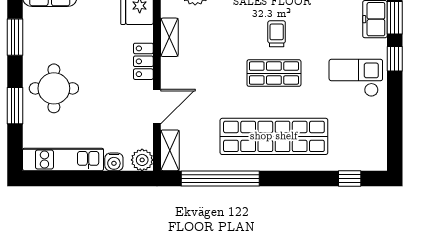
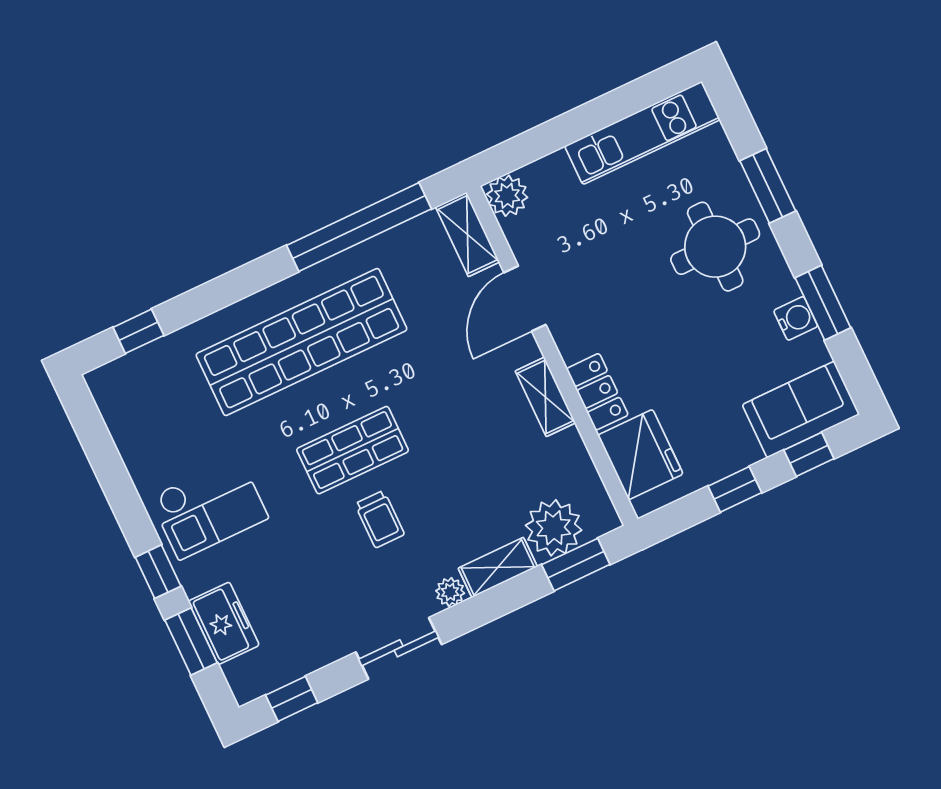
shelving: (169, 37) -> (545, 397), moved
locker: (143, 61) -> (597, 392), moved
water cooler: (114, 162) -> (796, 318), moved, turned 90

